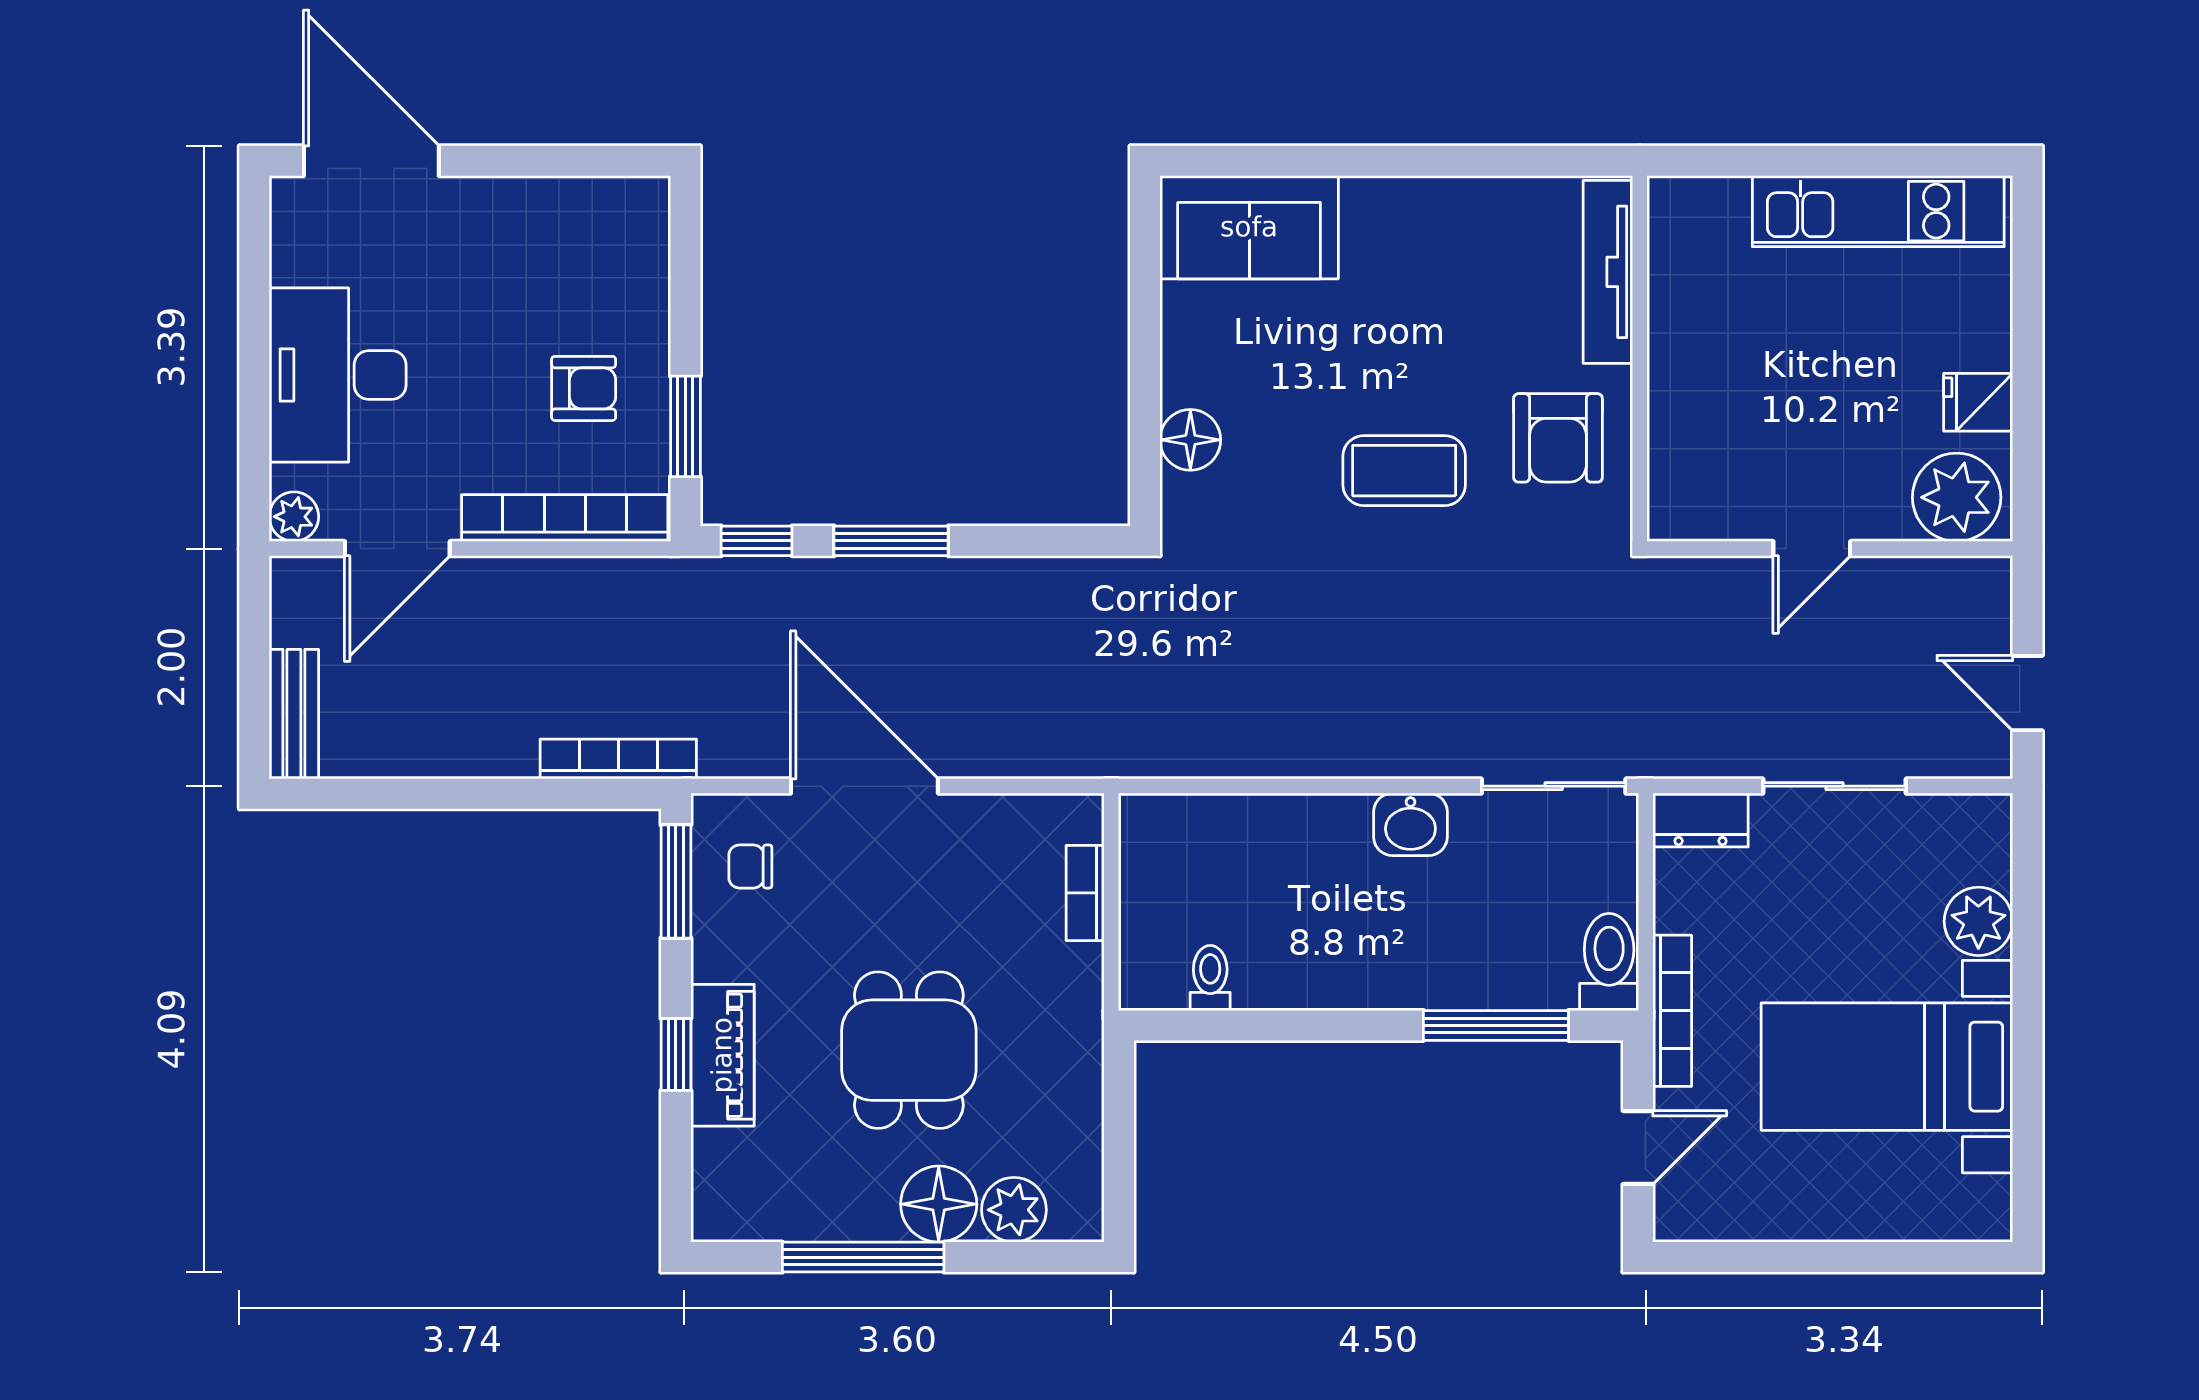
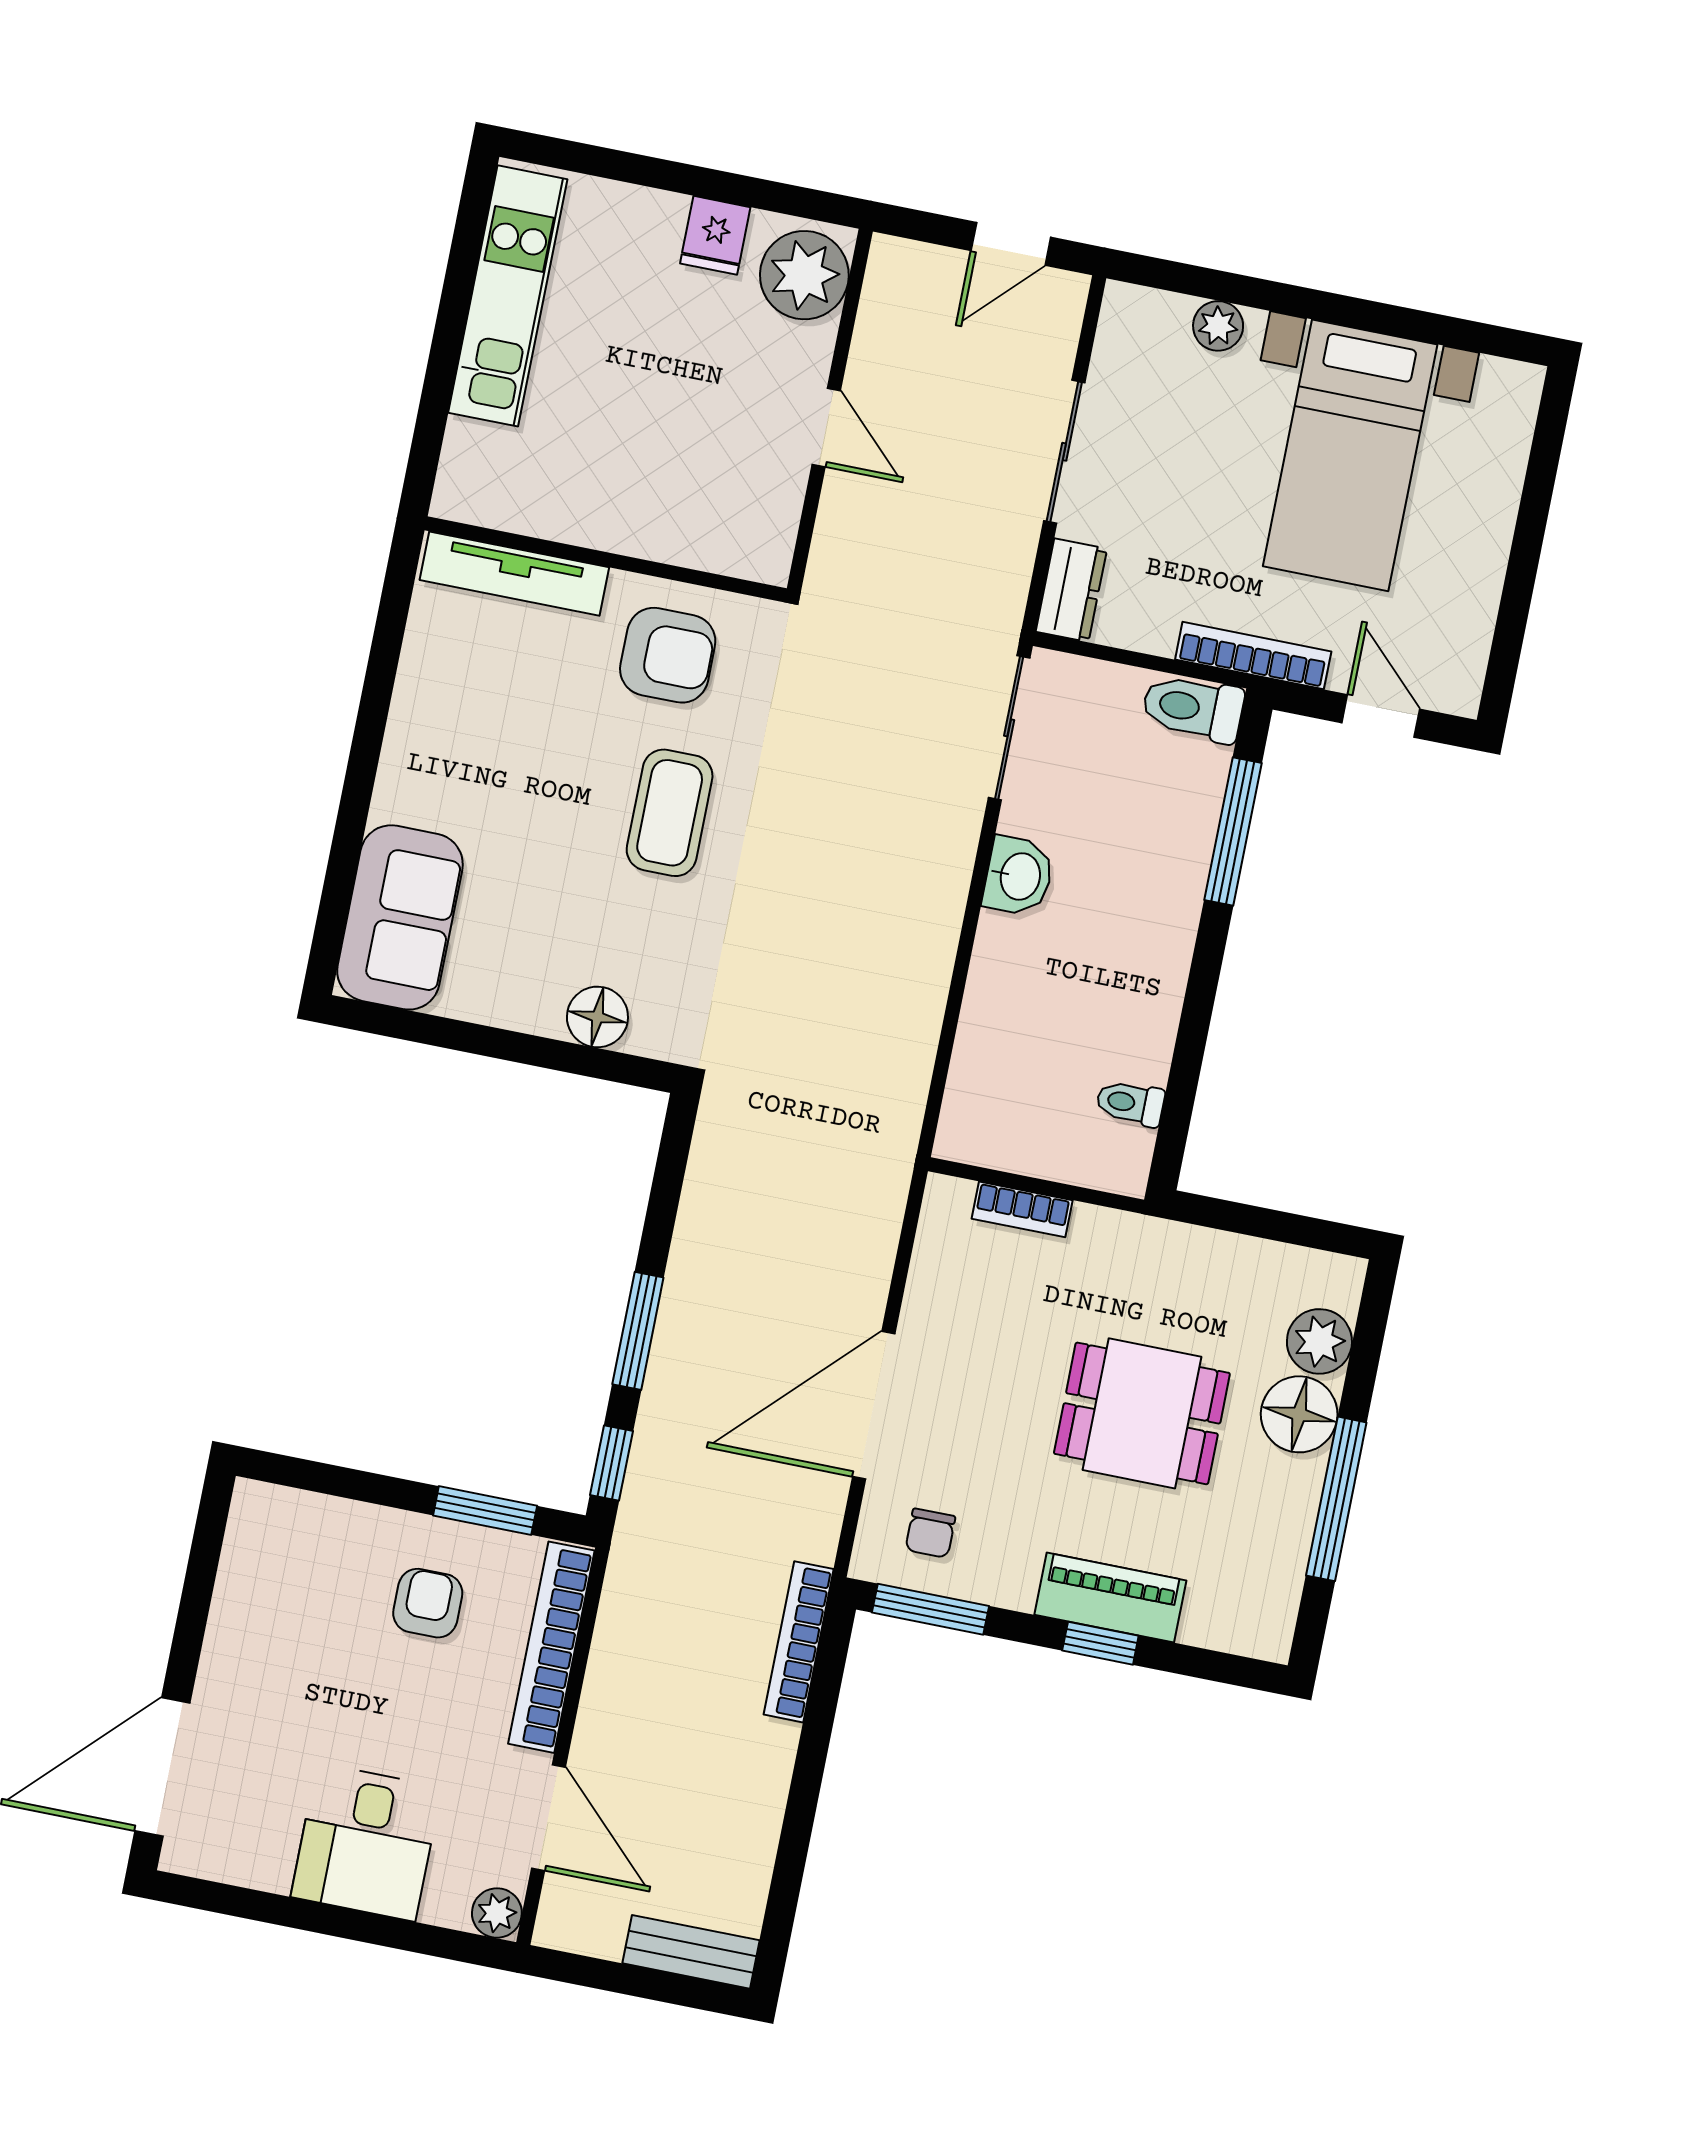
desk: (338, 375) -> (366, 1842), width x0.73
plant: (1978, 921) -> (1218, 326), width x0.73, depth x0.73

